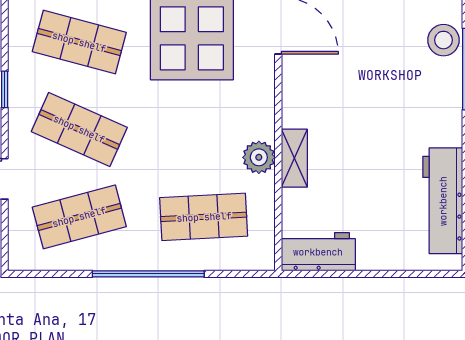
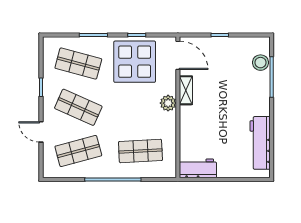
plant: (259, 157) -> (168, 103), moved
shelving: (294, 158) -> (186, 90), moved

